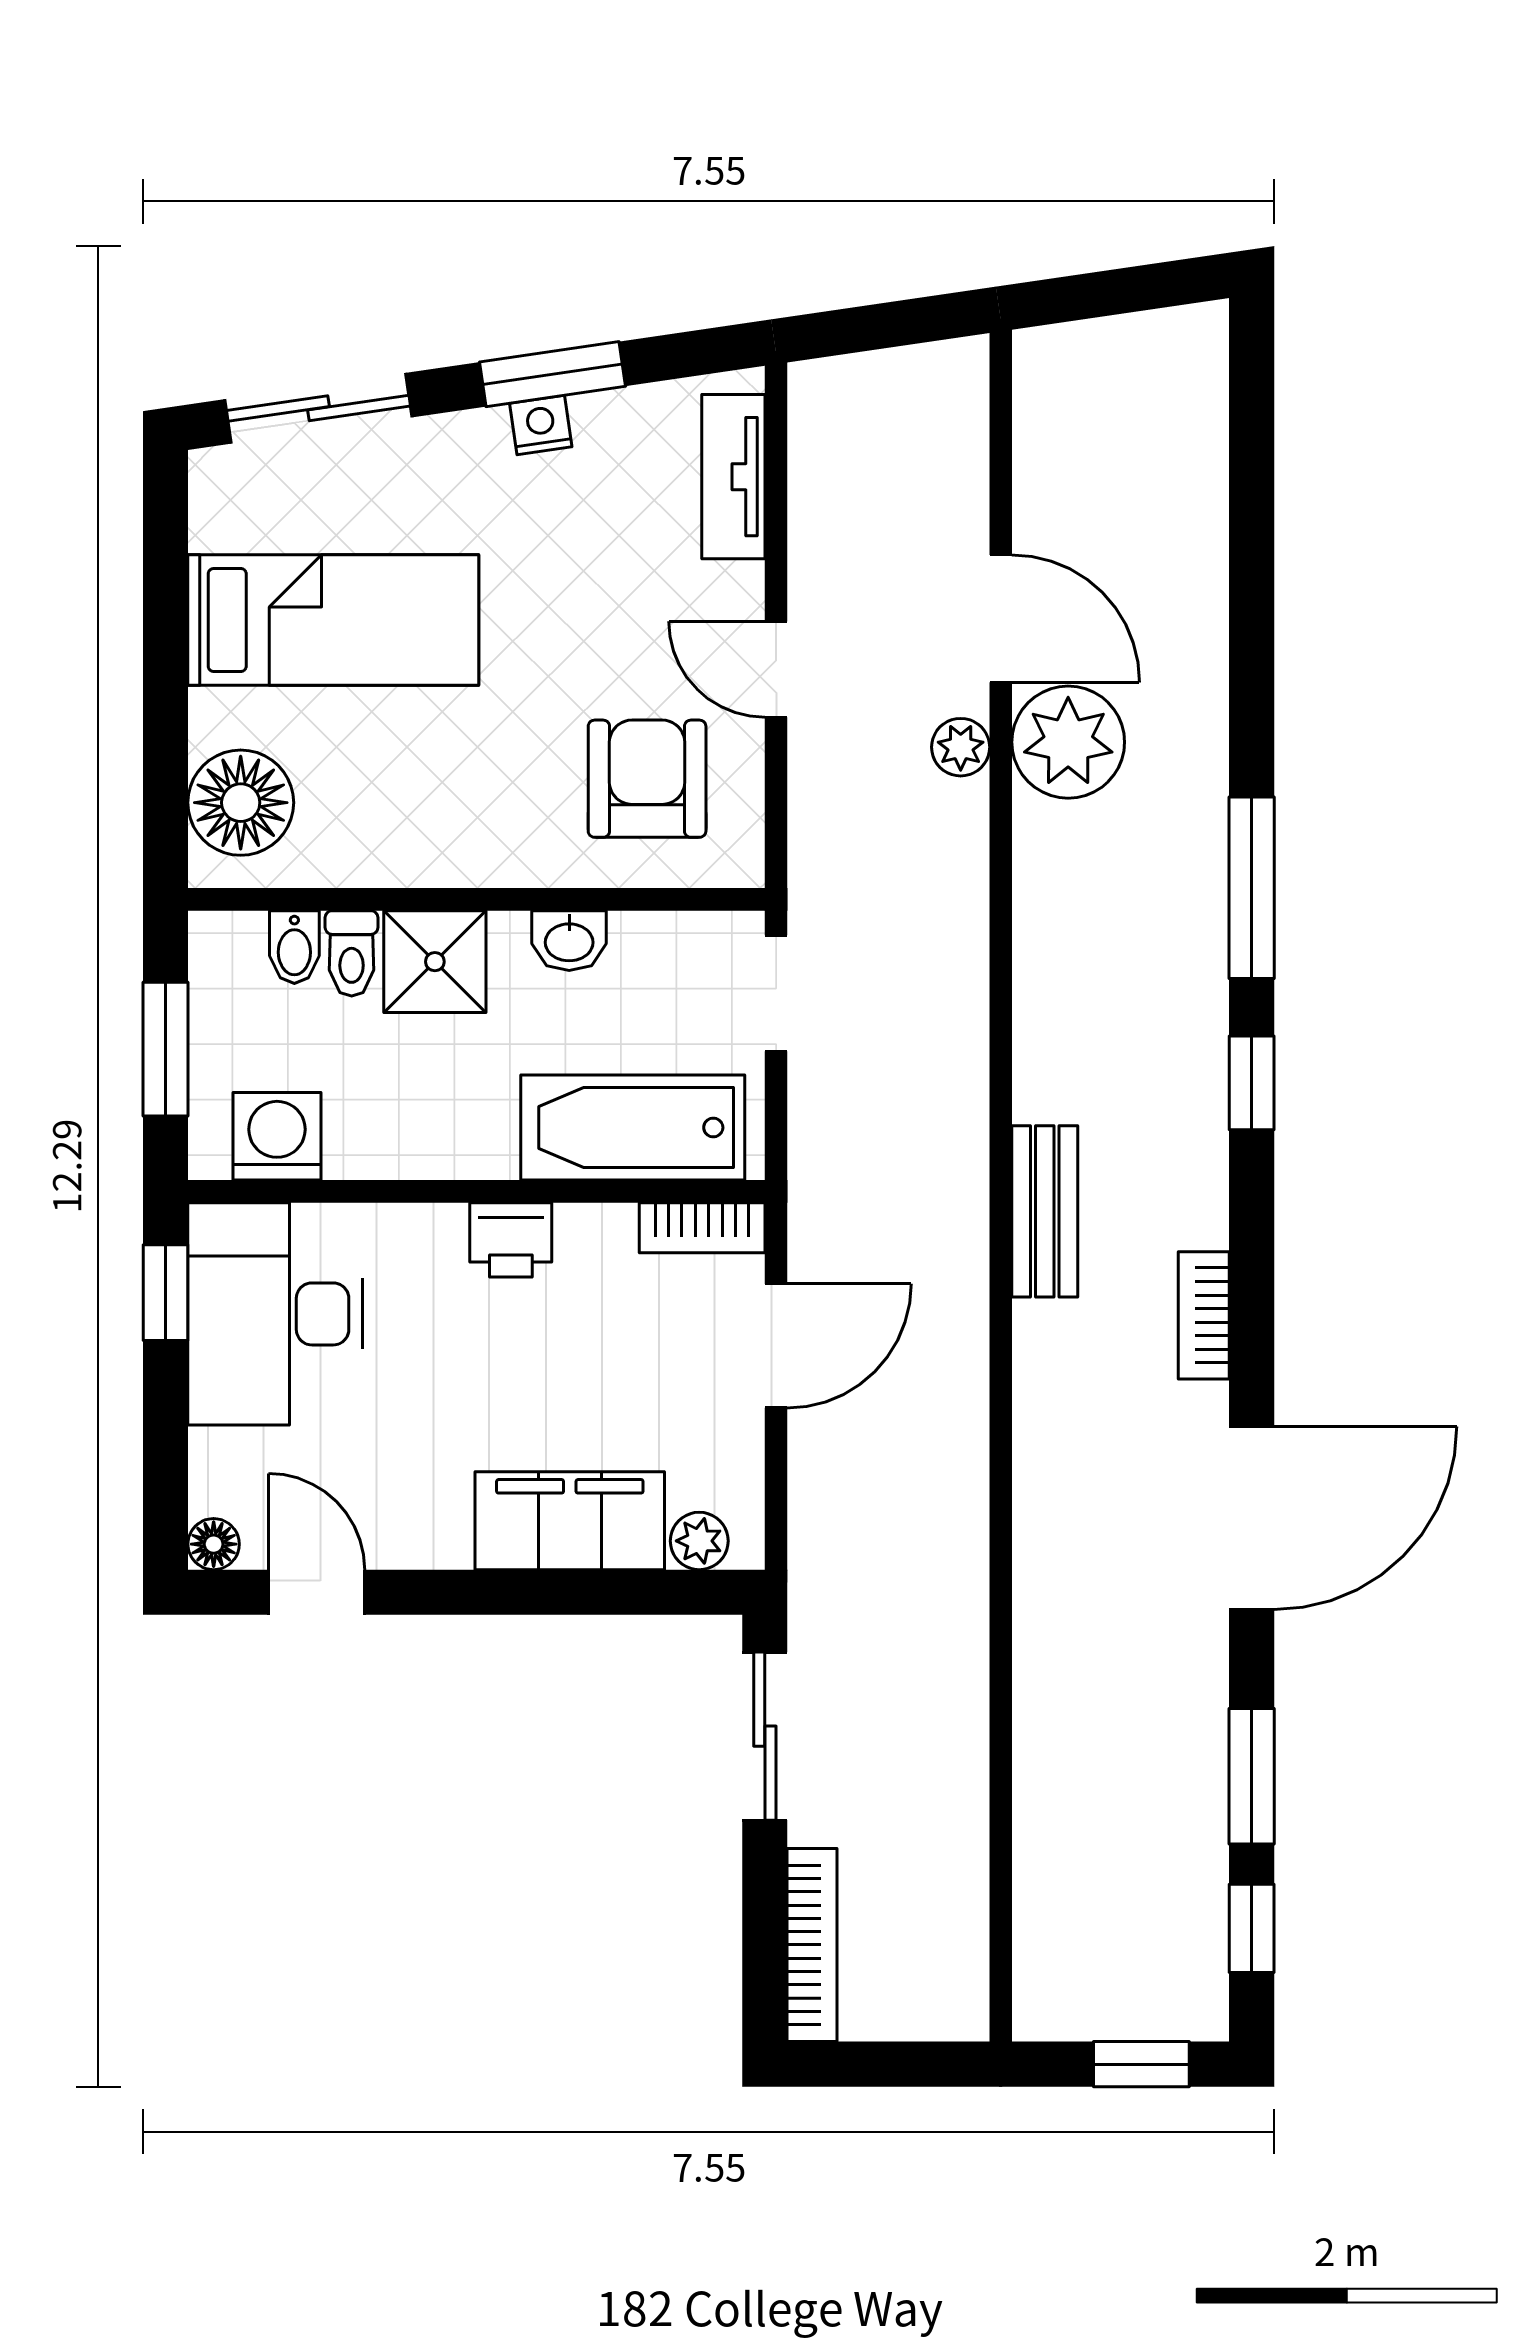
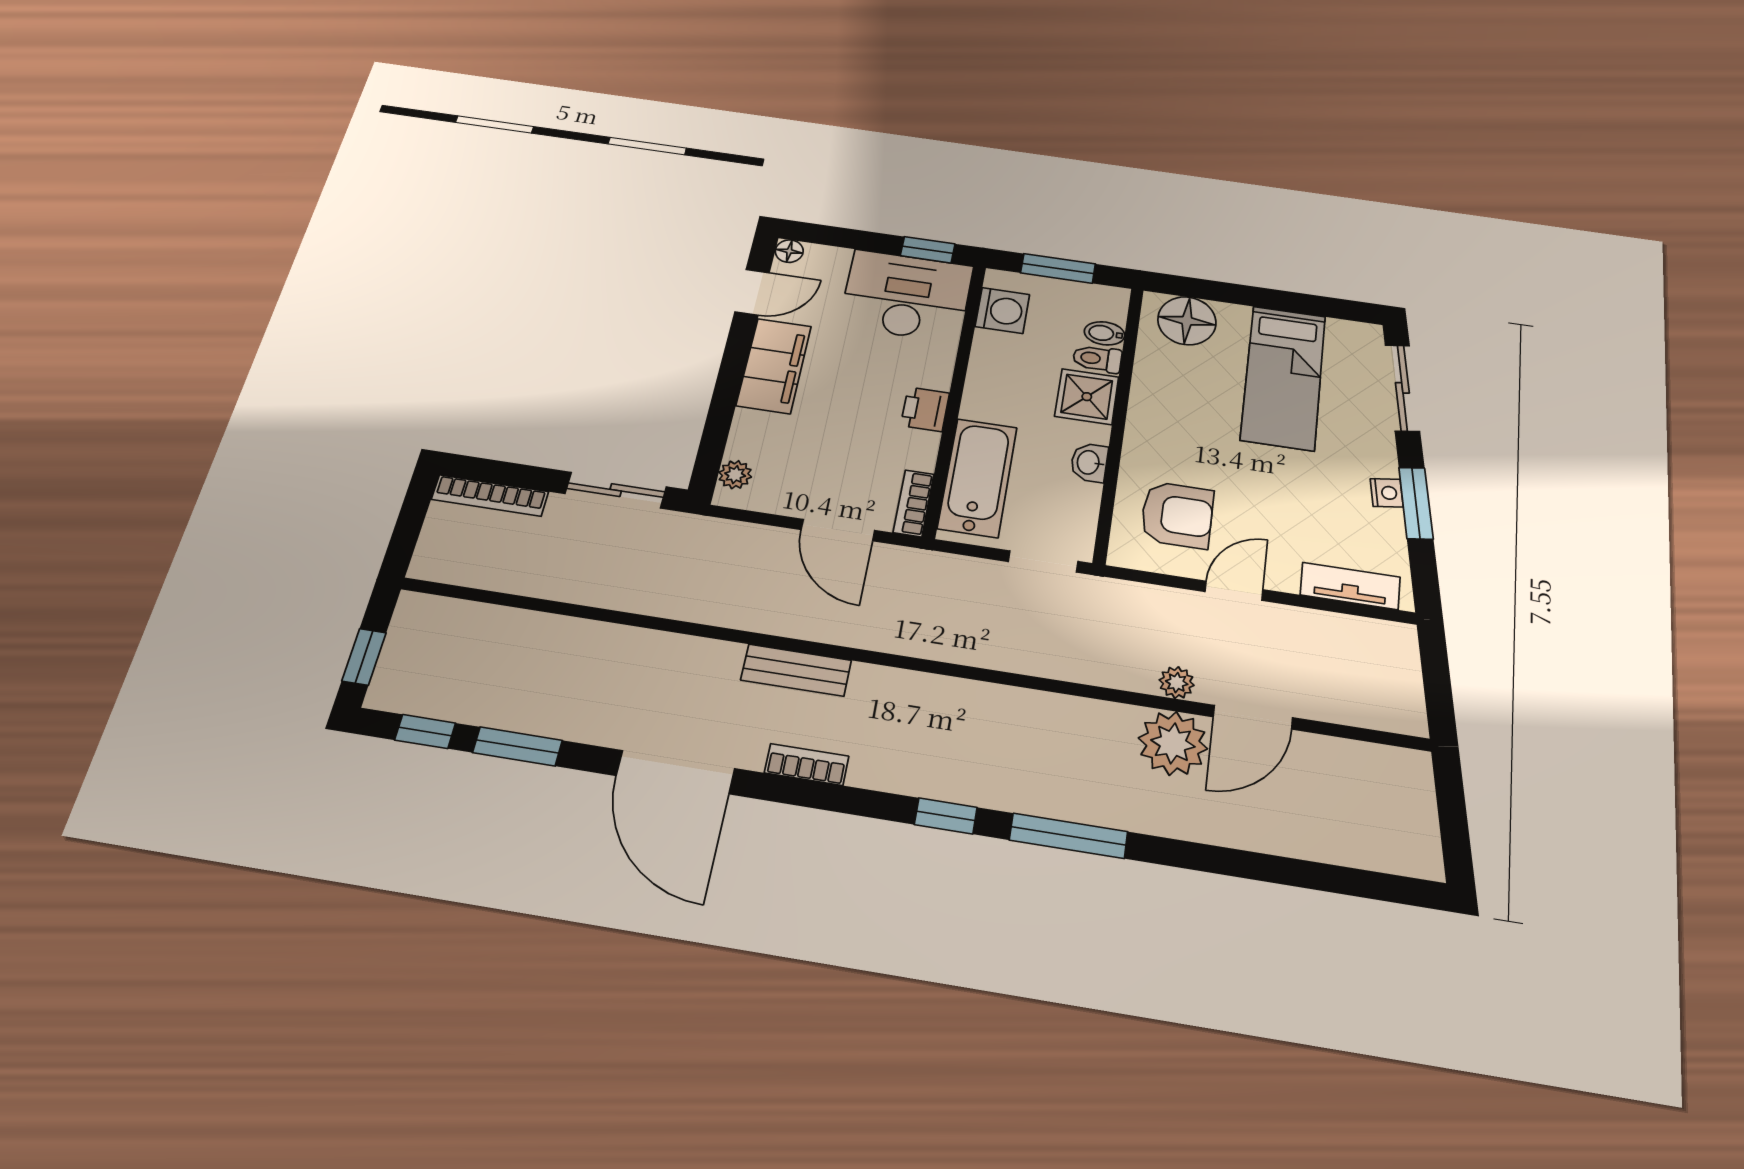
bench: (1045, 1211) -> (796, 670), moved
filing cabinet: (570, 1521) -> (774, 366), moved

